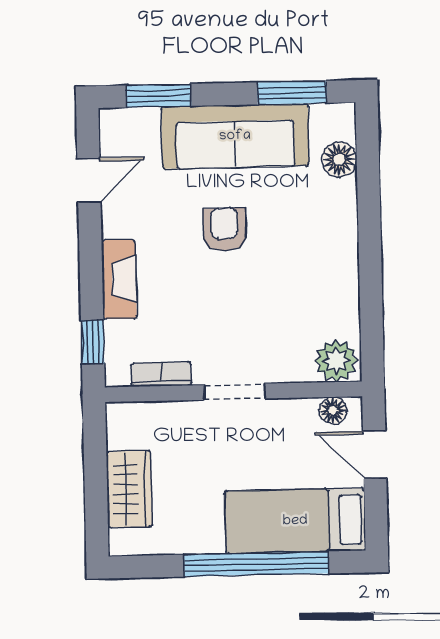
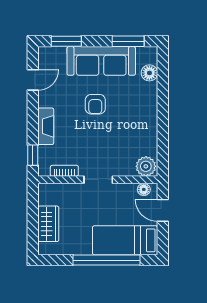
armchair: (224, 229) -> (95, 104), turned 180

